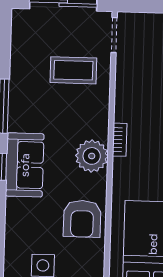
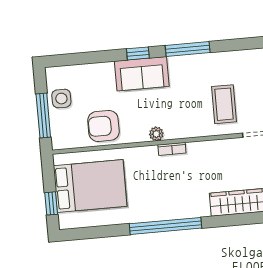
plant: (92, 156) -> (156, 134), width x0.53, depth x0.53

